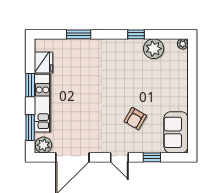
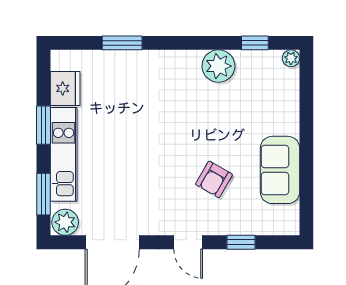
window: (136, 34) -> (255, 43), moved
plant: (154, 49) -> (218, 66), moved
sofa: (176, 132) -> (280, 170), moved

